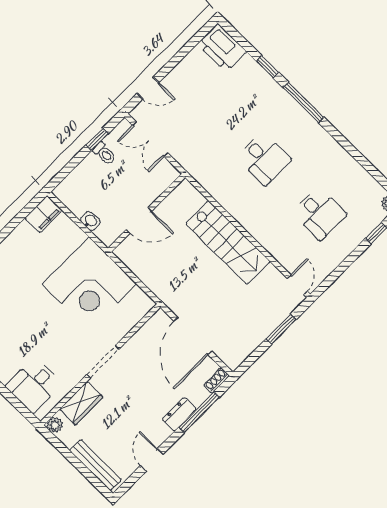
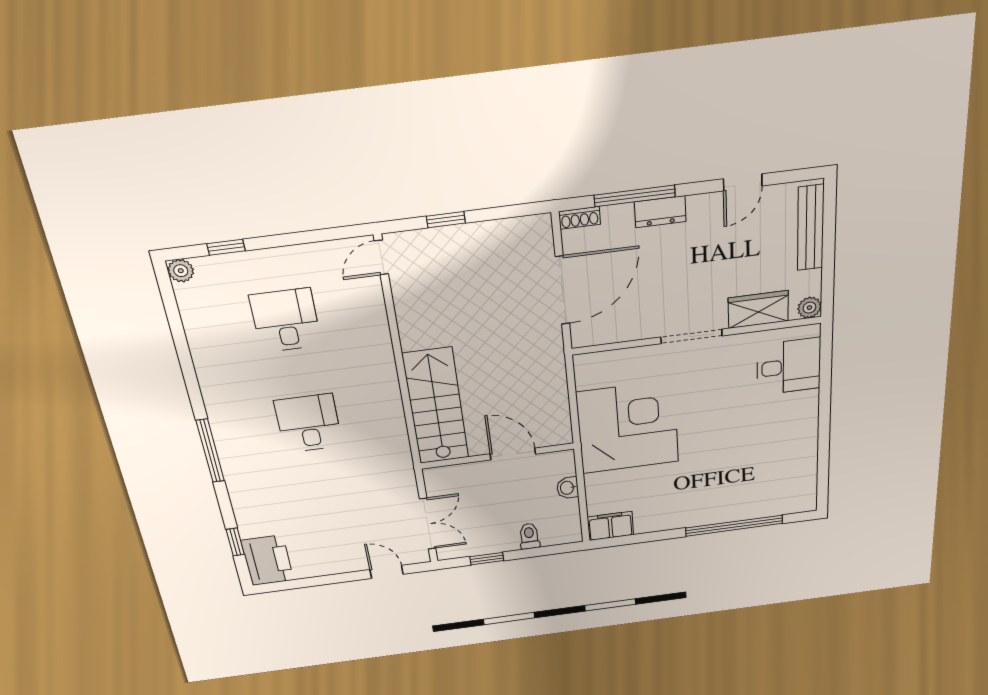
window: (267, 67) -> (235, 542), moved
toilet: (104, 153) -> (529, 536), moved
stairs: (228, 242) -> (436, 406), moved
window: (281, 329) -> (446, 220), width x0.67

